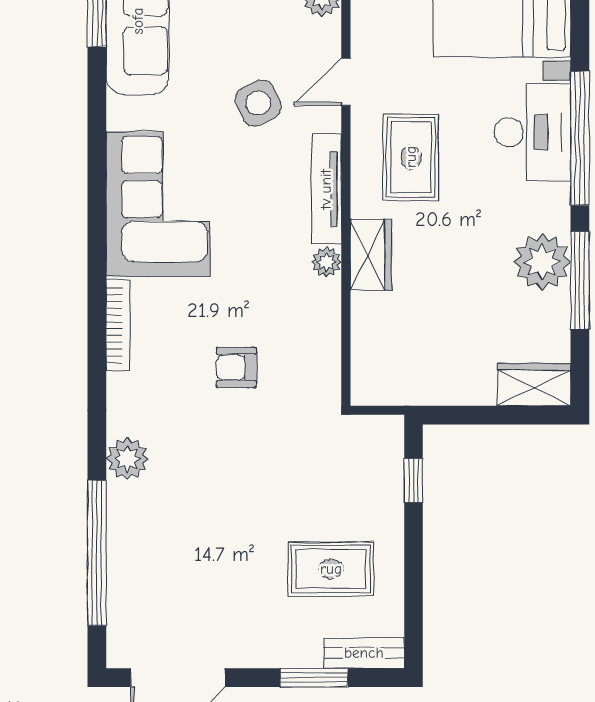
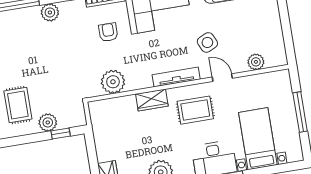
plant: (326, 262) -> (113, 82), moved, width x1.87, depth x1.87
armchair: (236, 368) -> (108, 32), moved
plant: (383, 506) -> (48, 122), added

